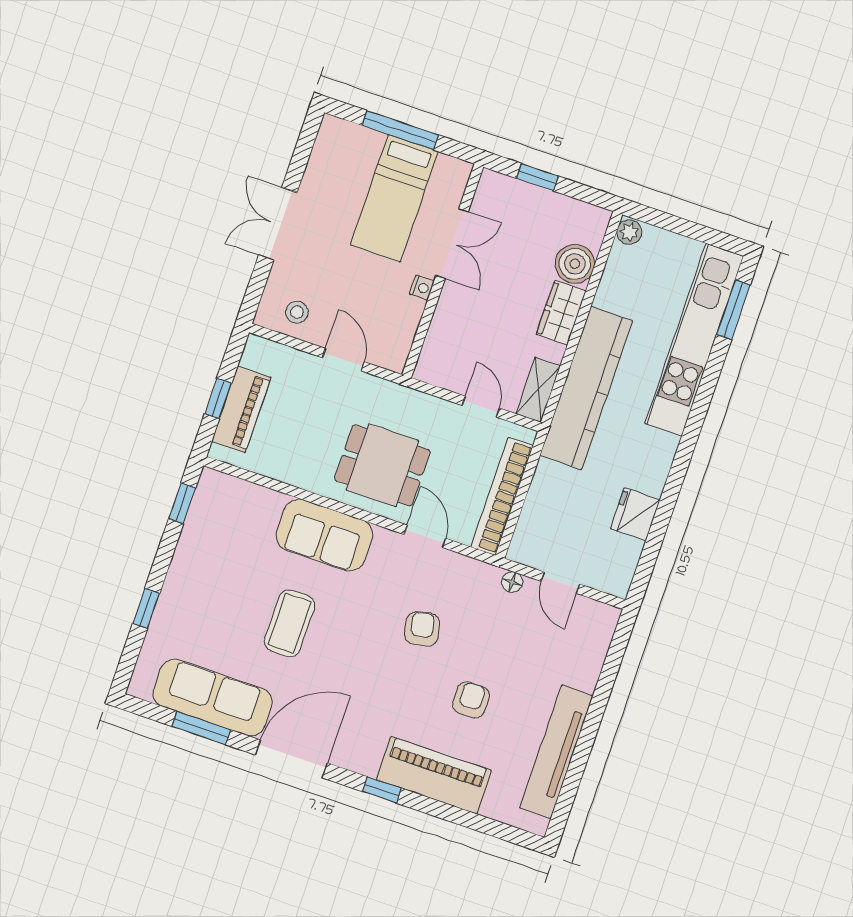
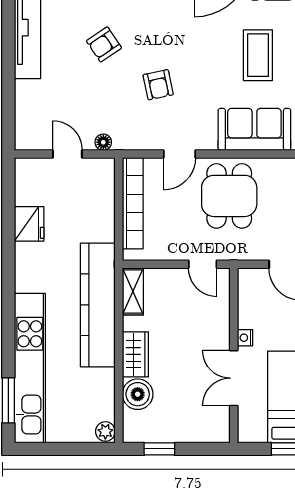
window: (537, 177) -> (159, 449), moved
door: (481, 407) -> (203, 264), moved
dining table: (382, 465) -> (229, 196), turned 90
door: (425, 536) -> (180, 154), hinge flipped
armchair: (471, 700) -> (104, 44), turned 56

